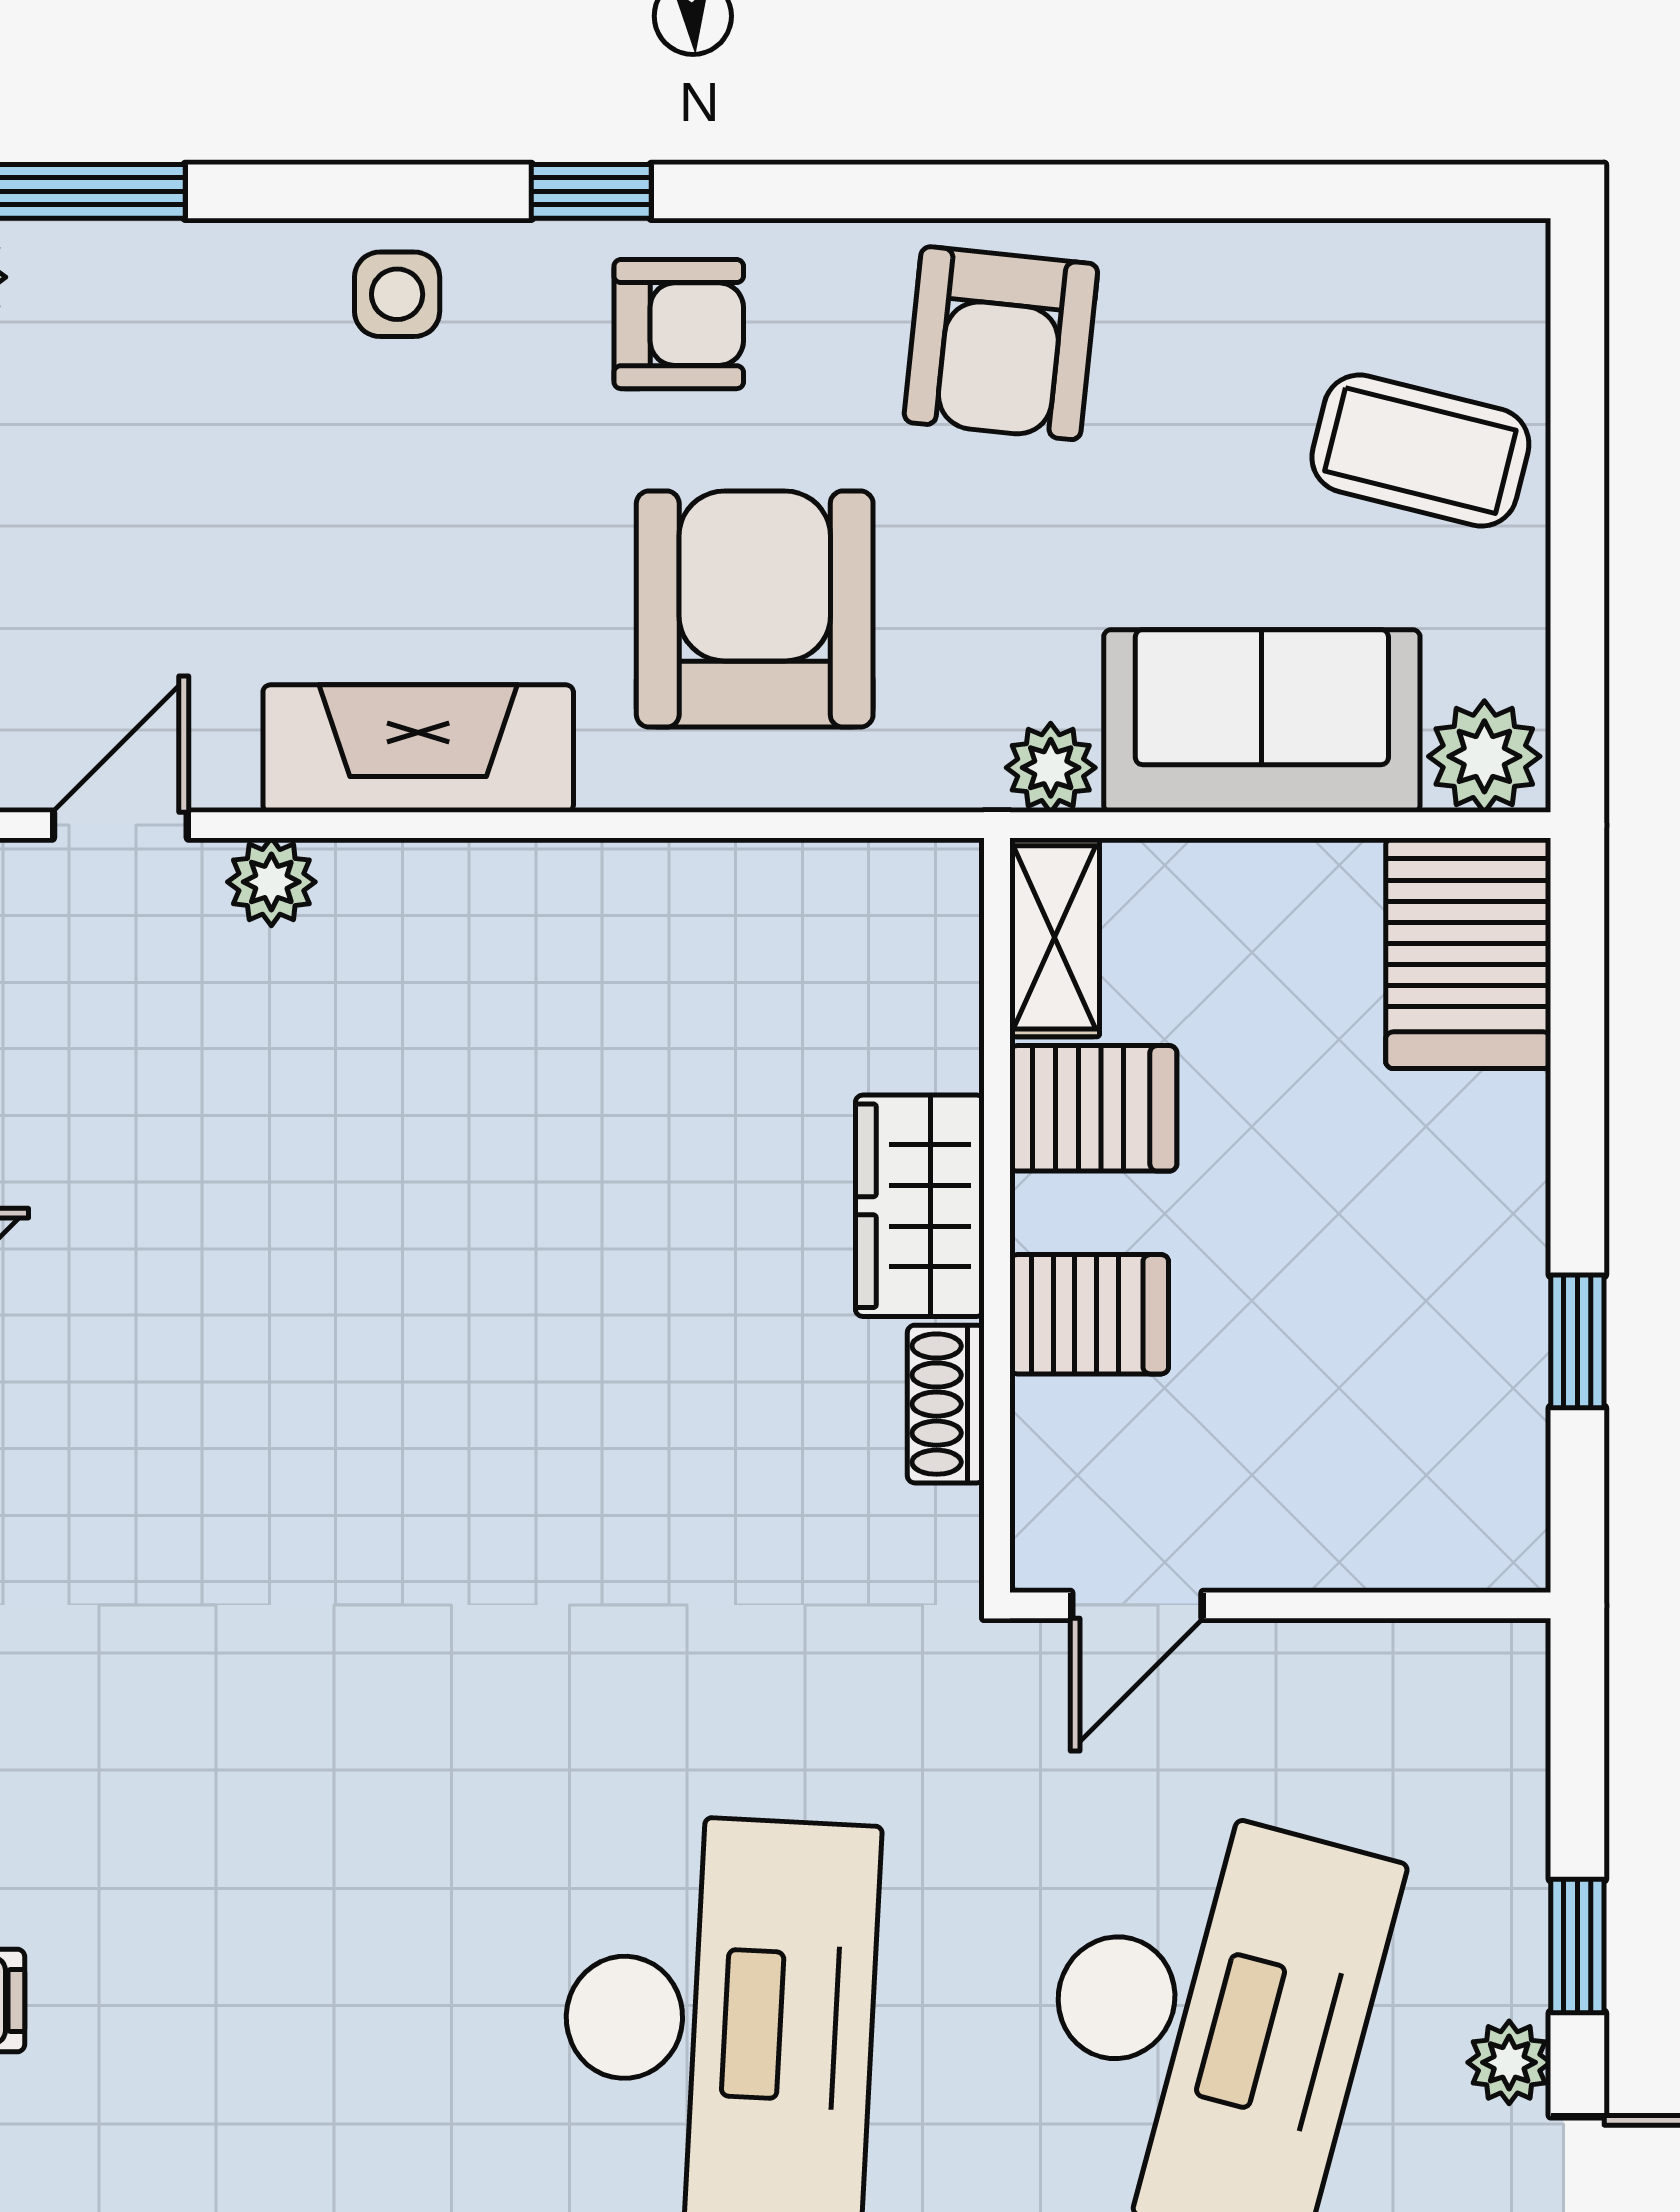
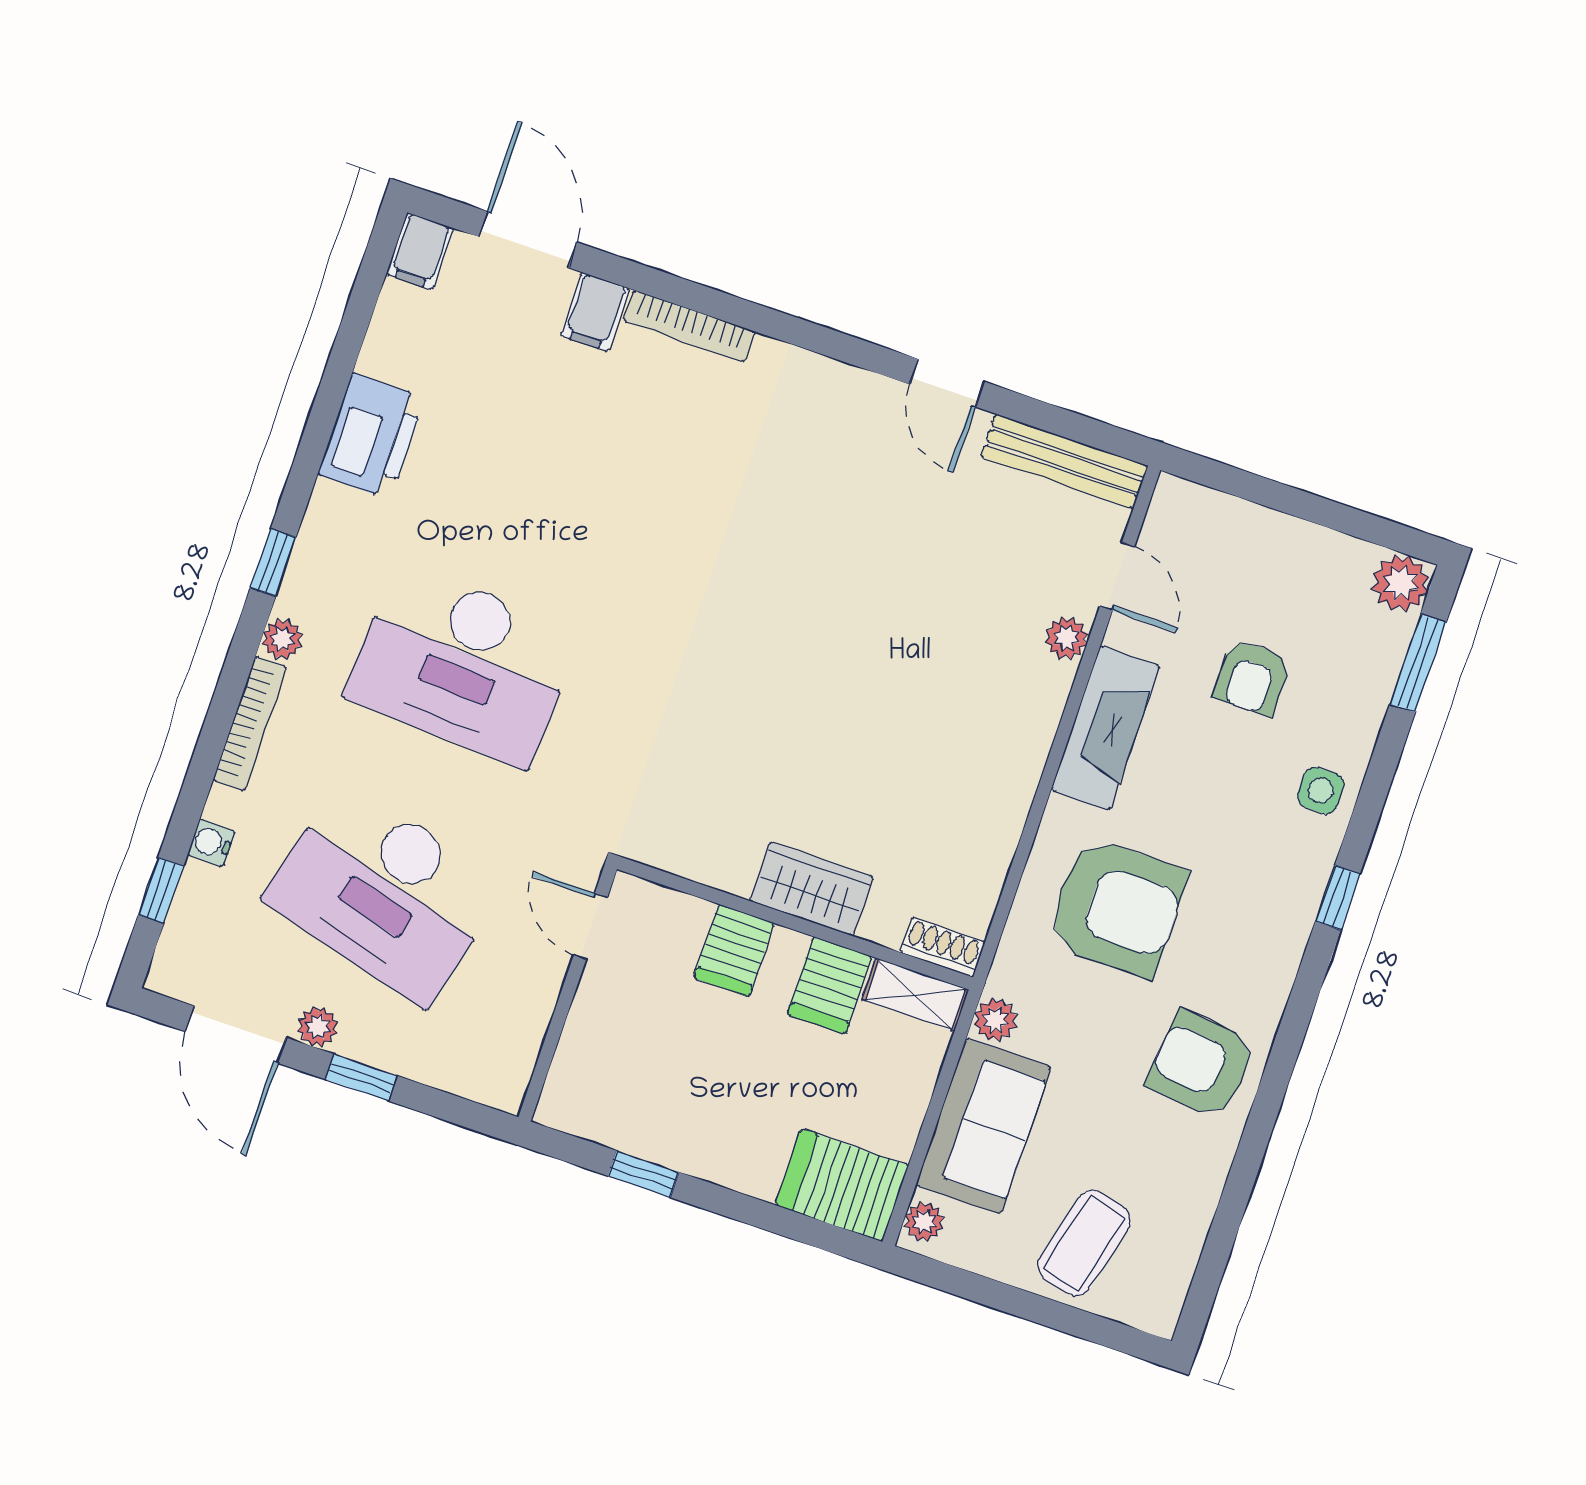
armchair: (679, 324) -> (1252, 677), moved
plant: (1484, 756) -> (924, 1222), width x0.73, depth x0.73
shoe rack: (946, 1404) -> (942, 947), moved

